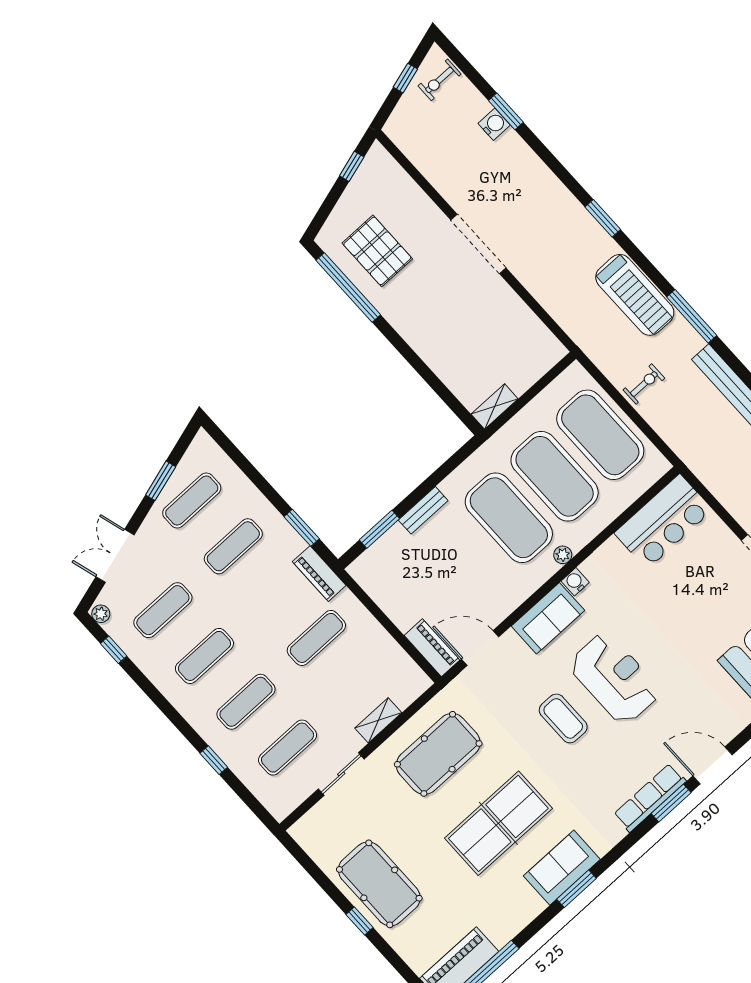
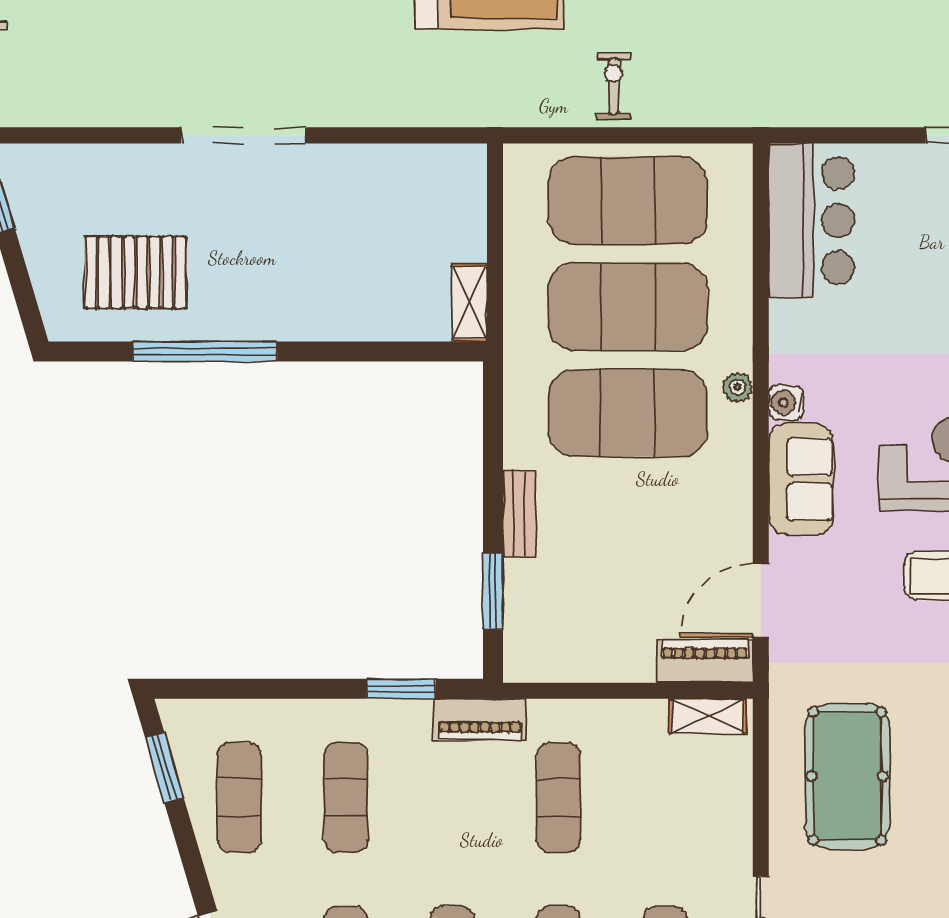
window: (348, 288) -> (205, 352), moved
window: (161, 481) -> (164, 767), moved
shelving: (378, 720) -> (708, 716), moved, turned 90

